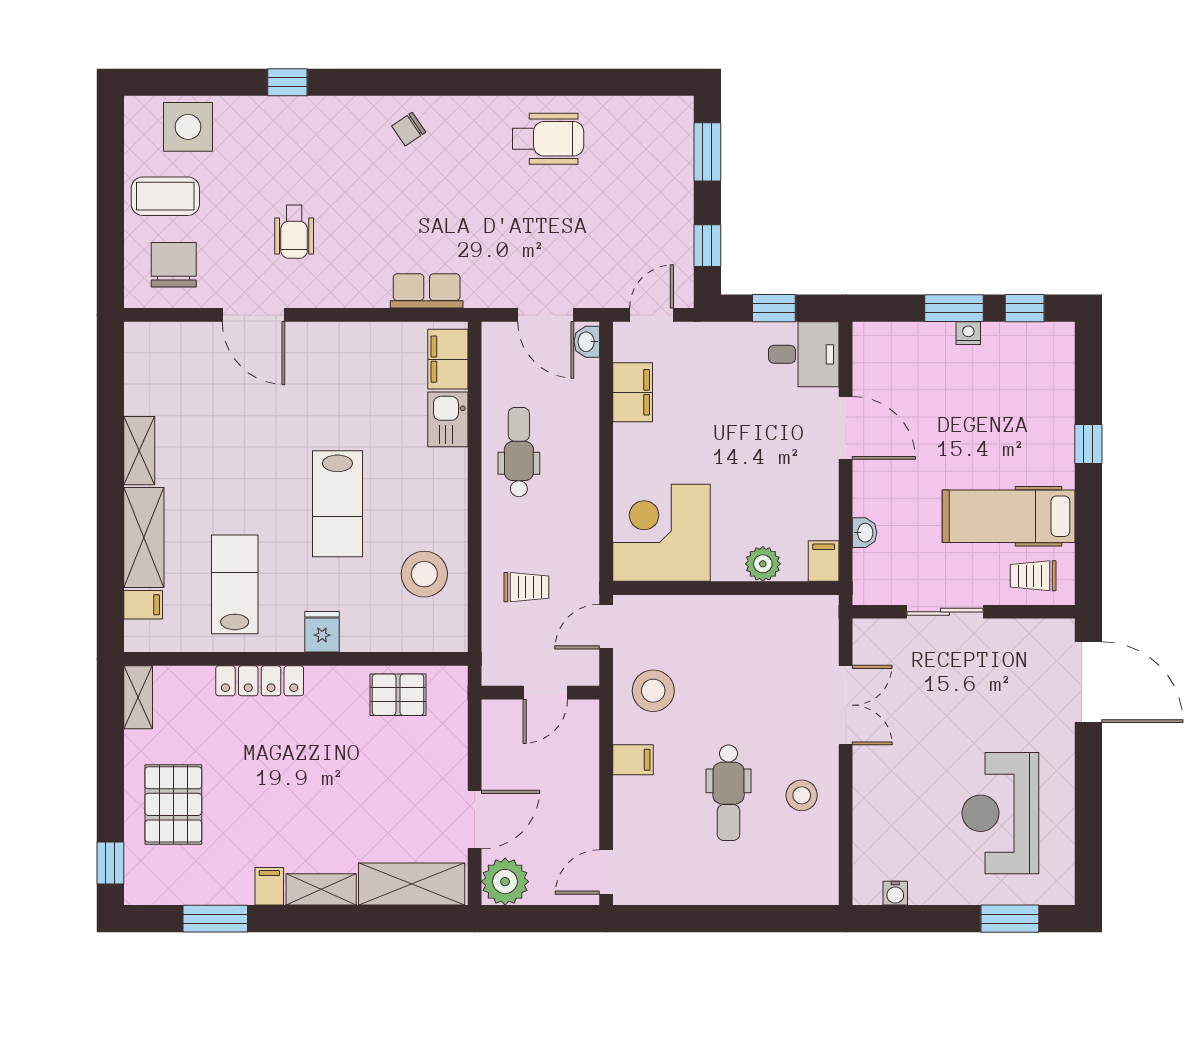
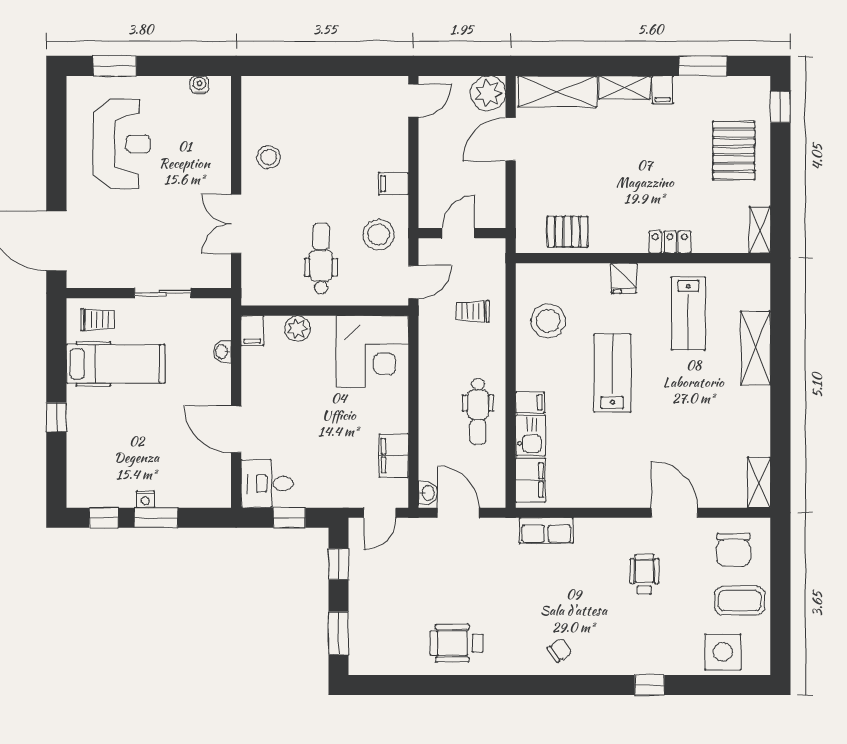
shelving: (139, 451) -> (759, 482), moved
filing cabinet: (143, 605) -> (530, 402), moved, turned 180
locker: (260, 681) -> (670, 242), width x0.66
dental chair: (728, 793) -> (321, 258), moved

